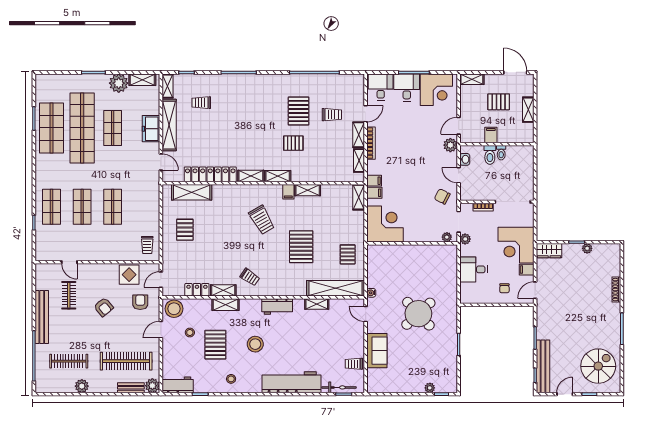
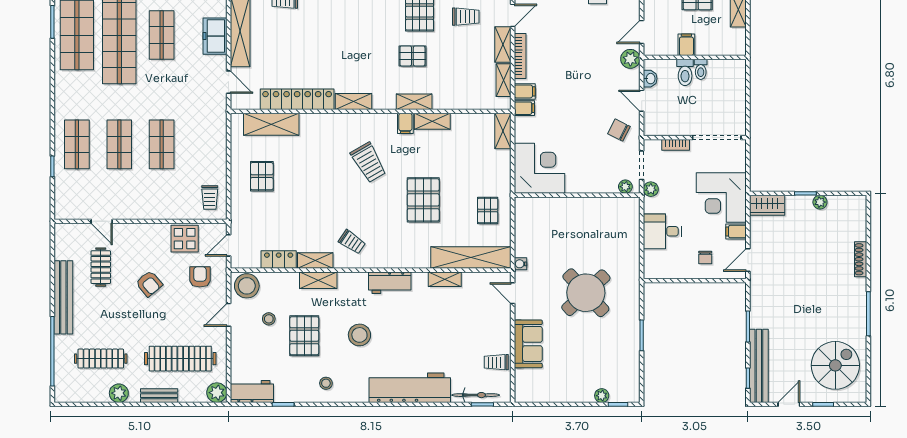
shelving: (278, 176) -> (414, 102), moved
filing cabinet: (374, 193) -> (525, 91), moved
bench: (131, 388) -> (159, 396), moved

